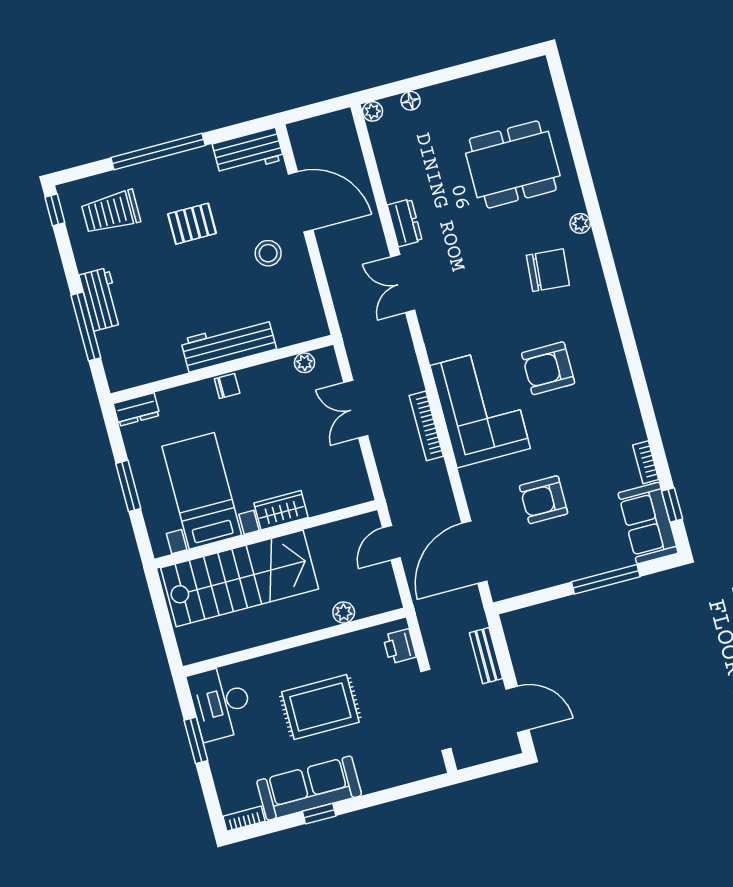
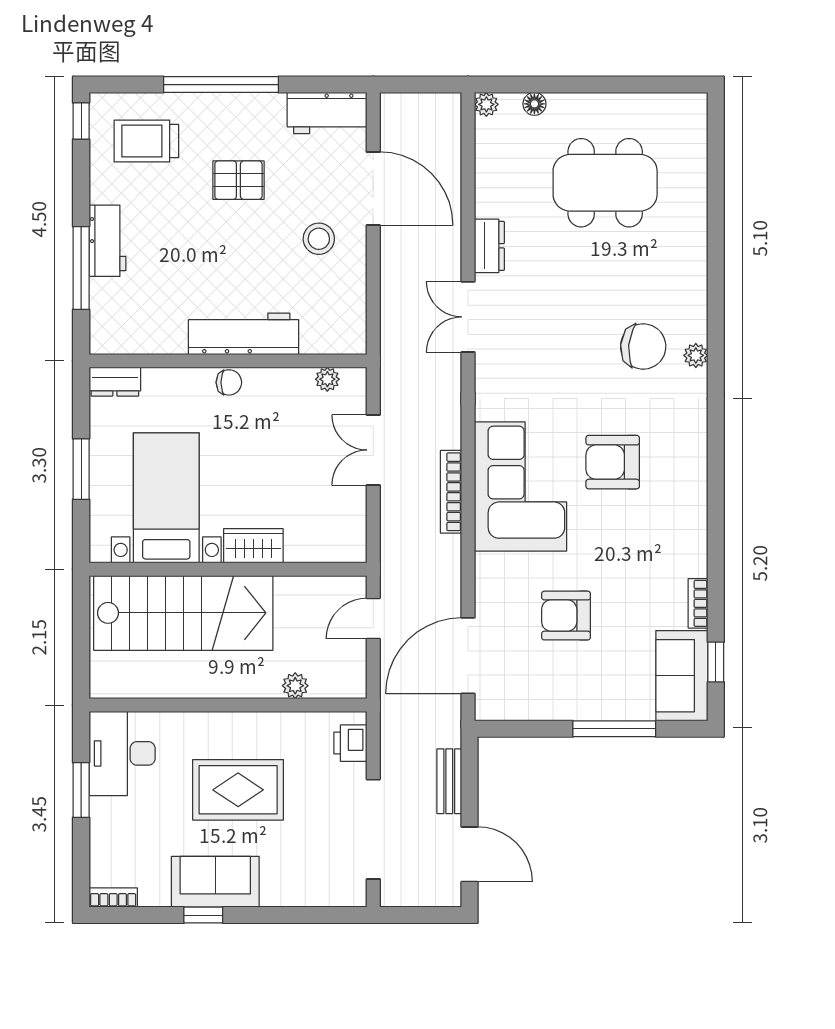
dining table: (513, 164) -> (605, 183), moved
plant: (580, 223) -> (696, 355), moved
sofa: (309, 788) -> (215, 882), width x0.73

